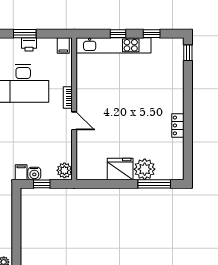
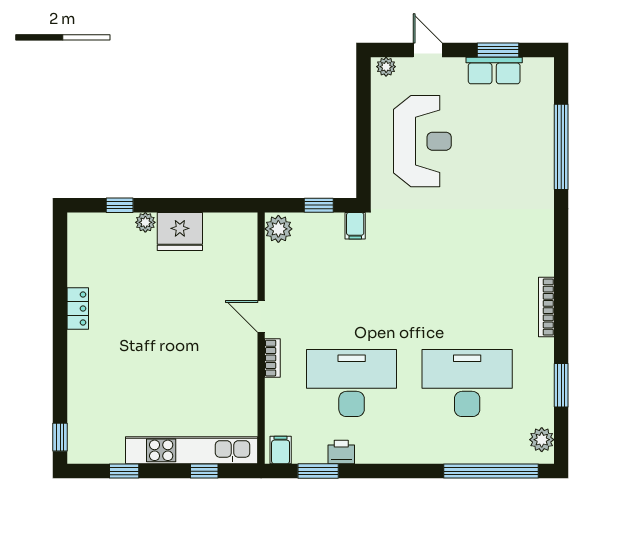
window: (25, 34) -> (318, 471), moved
window: (118, 34) -> (204, 471), moved
plant: (145, 169) -> (145, 222), width x0.53, depth x0.53
water cooler: (34, 173) -> (332, 224), removed
window: (154, 184) -> (120, 205), width x0.46

